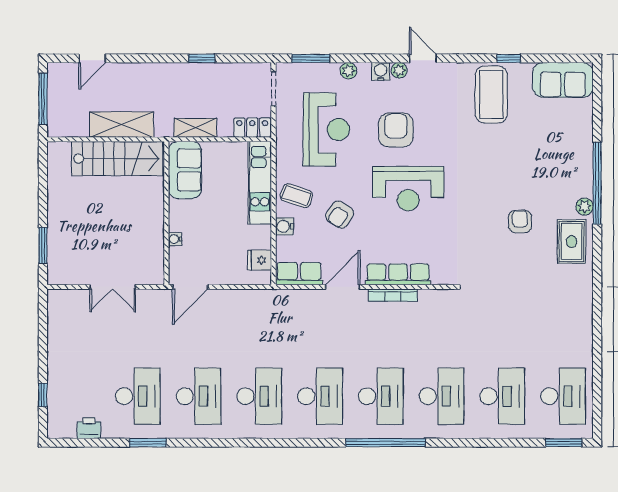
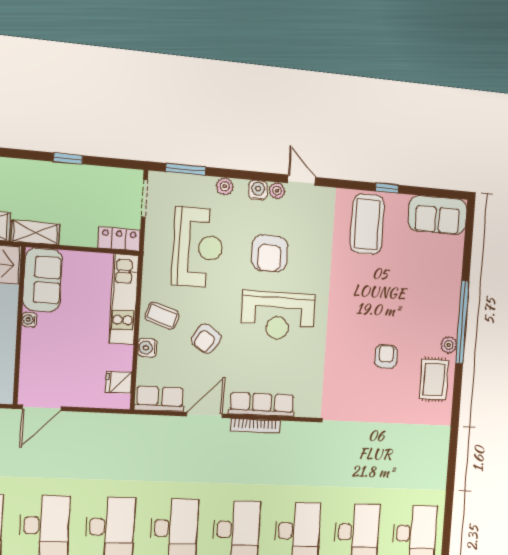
shelving: (195, 128) -> (35, 233), moved
armchair: (396, 130) -> (270, 253), turned 180
water cooler: (175, 239) -> (29, 320), moved

